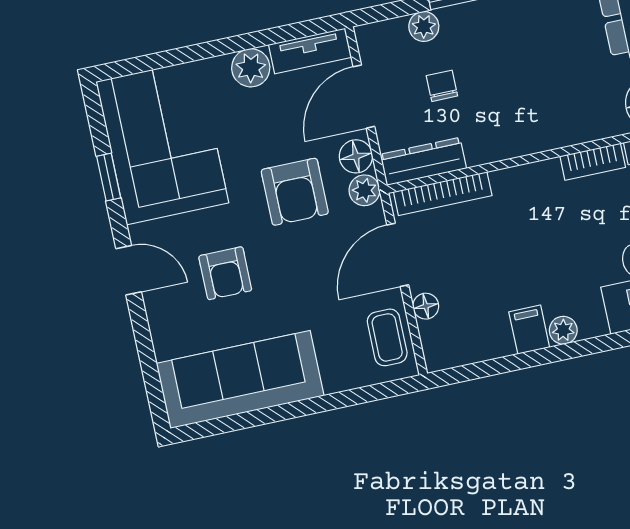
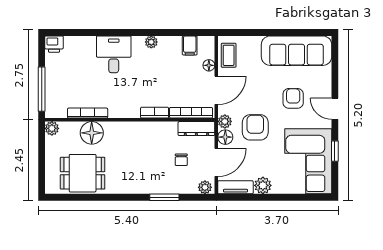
plant: (424, 26) -> (205, 187), moved
bookcase: (593, 162) -> (155, 113), moved
filing cabinet: (529, 330) -> (190, 45), moved

